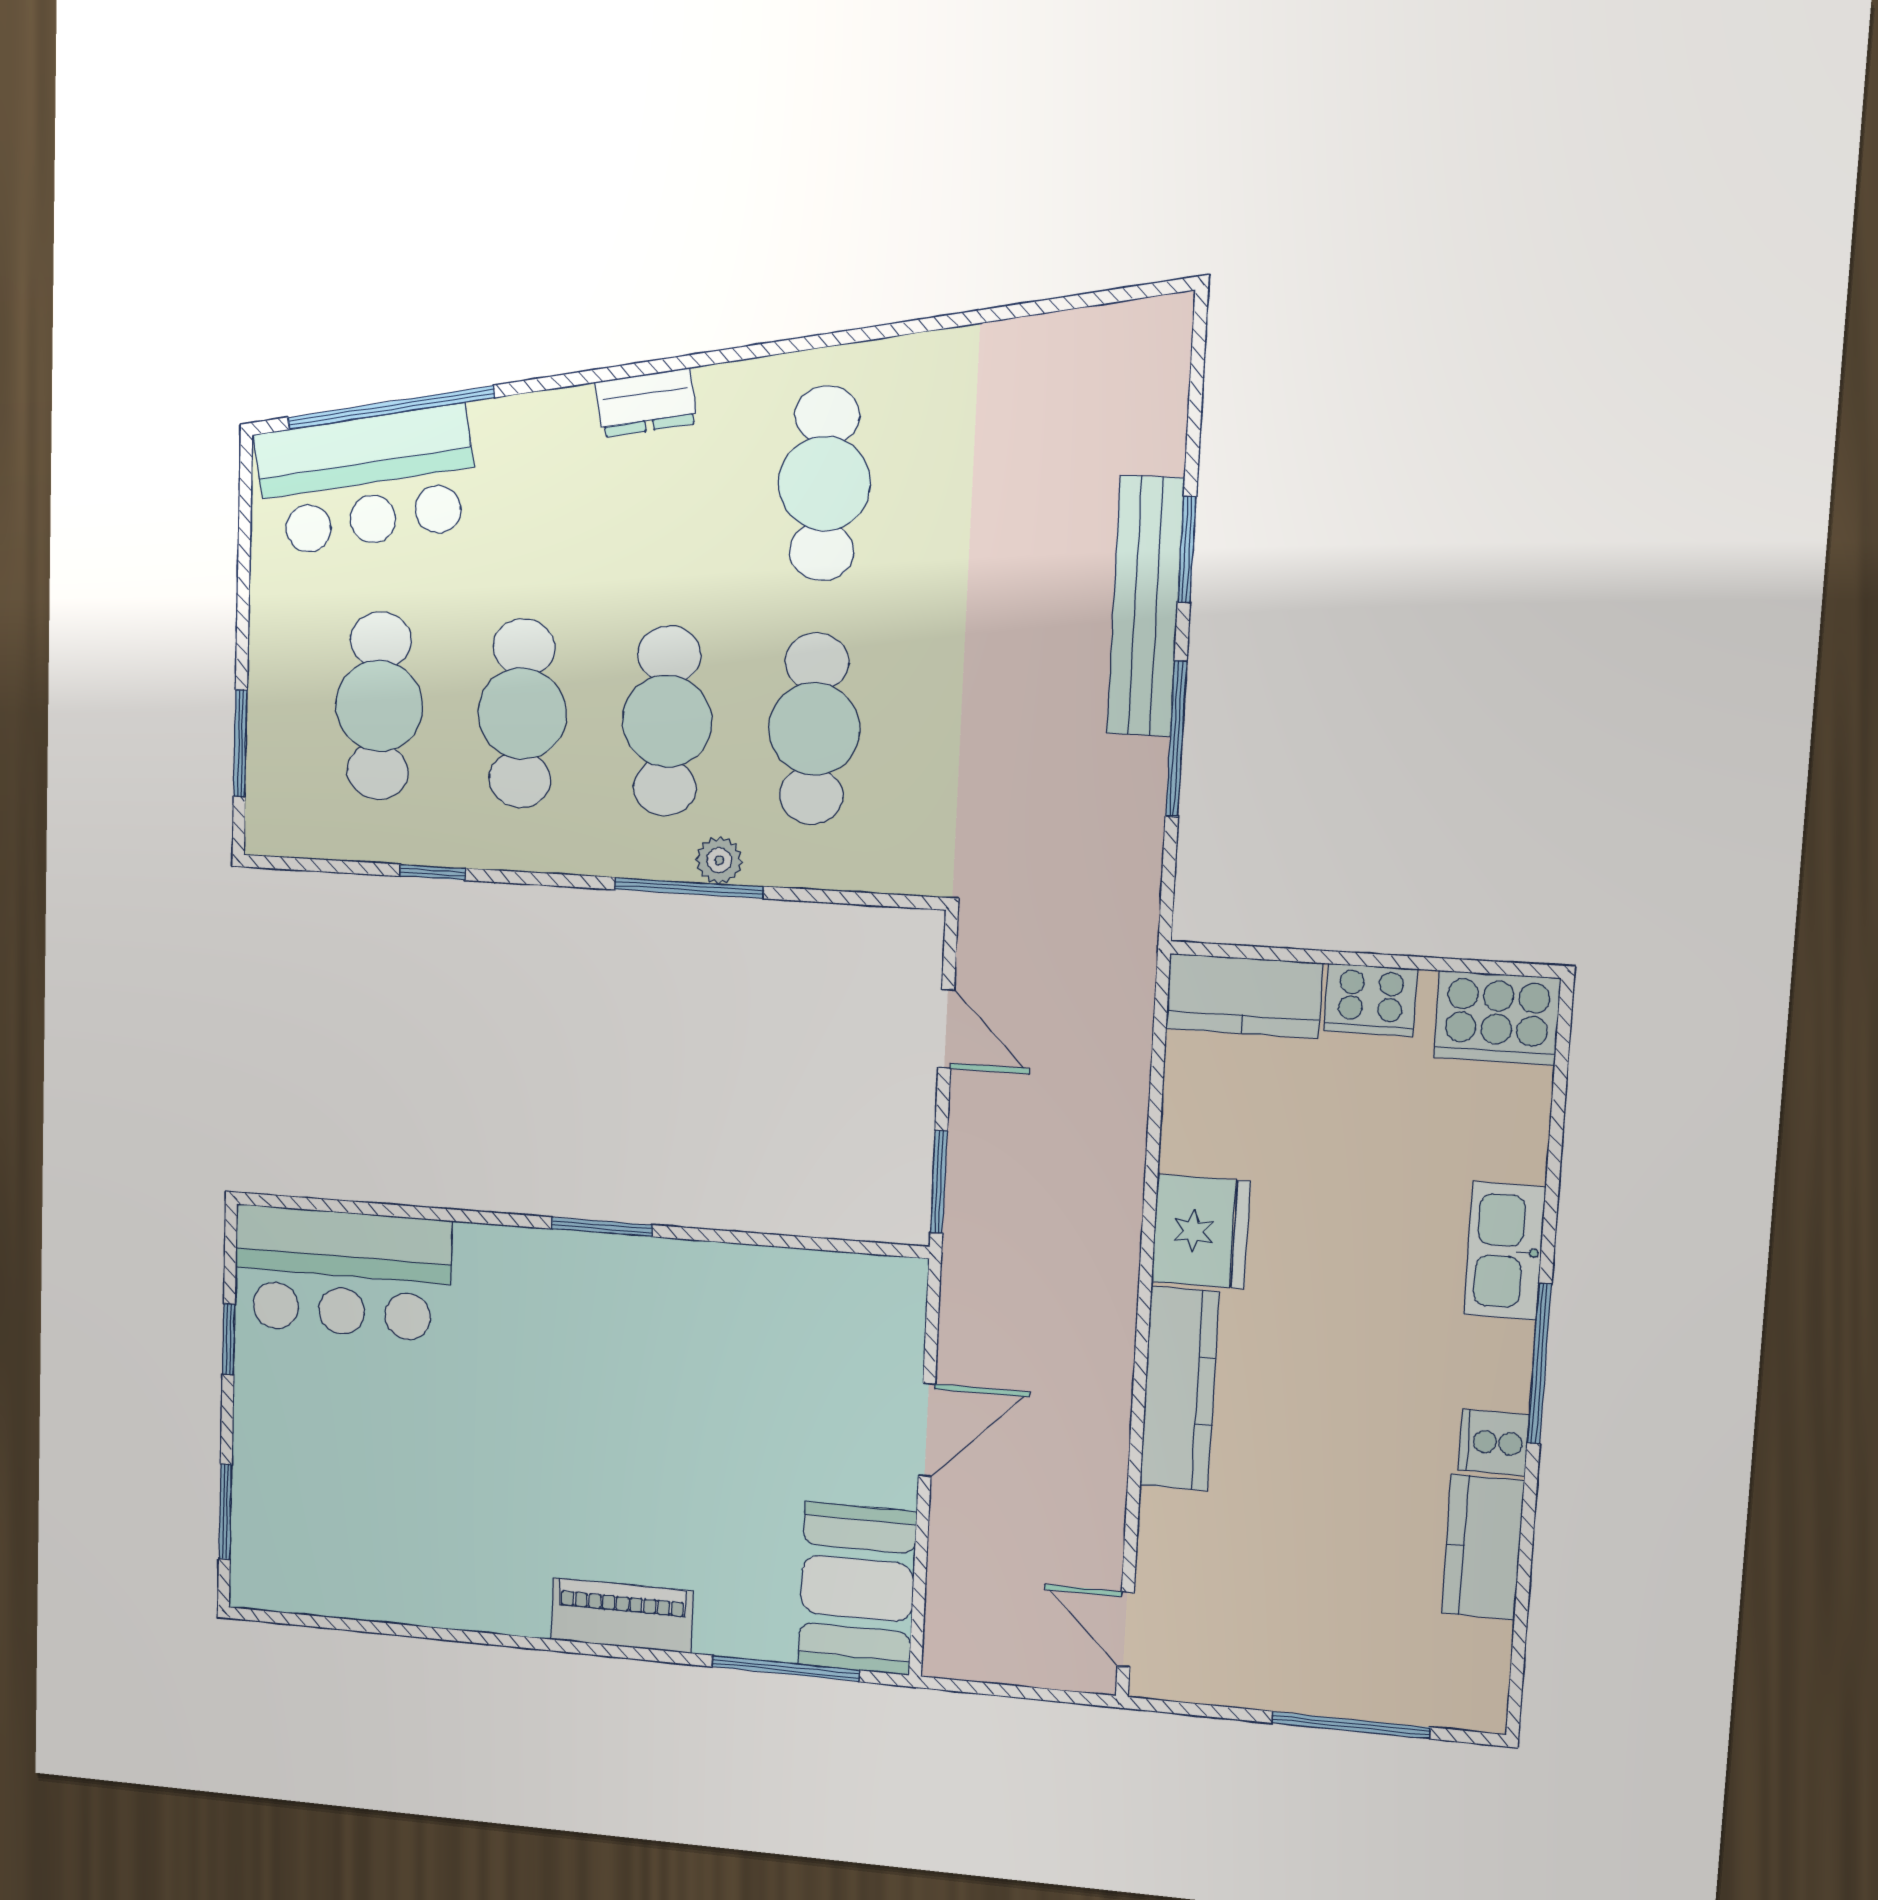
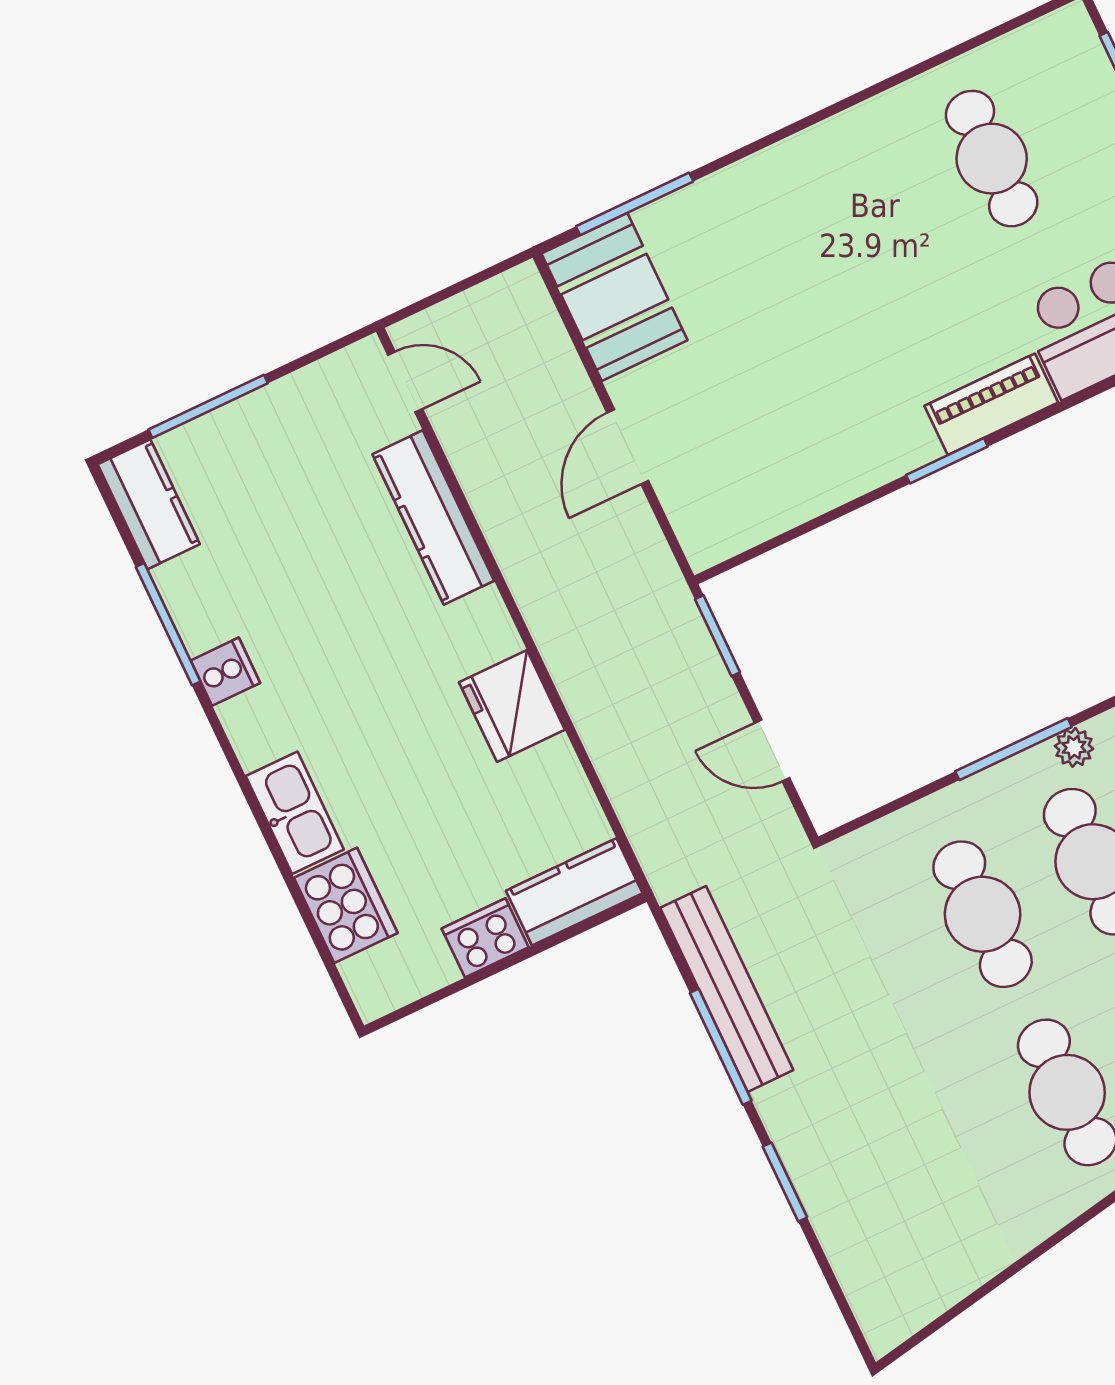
bench: (1146, 606) -> (727, 989), moved
plant: (719, 860) -> (1074, 747), moved
cooker: (1497, 1018) -> (346, 905), moved, turned 90
window: (1539, 1364) -> (168, 624), moved
kitchen counter: (1179, 1389) -> (433, 518), moved
cafe table: (398, 1503) -> (992, 159), added
kitchen counter: (1483, 1547) -> (149, 504), moved
piano: (622, 1615) -> (991, 404), moved, turned 180

